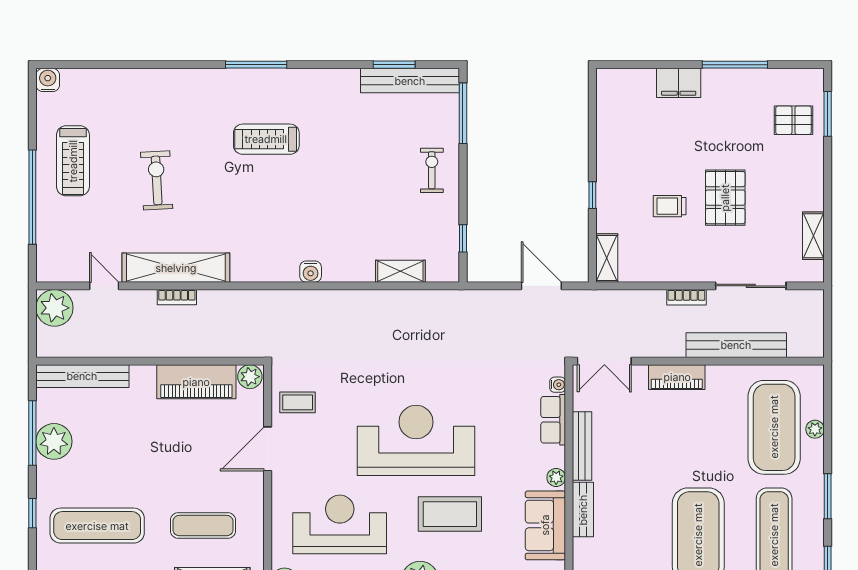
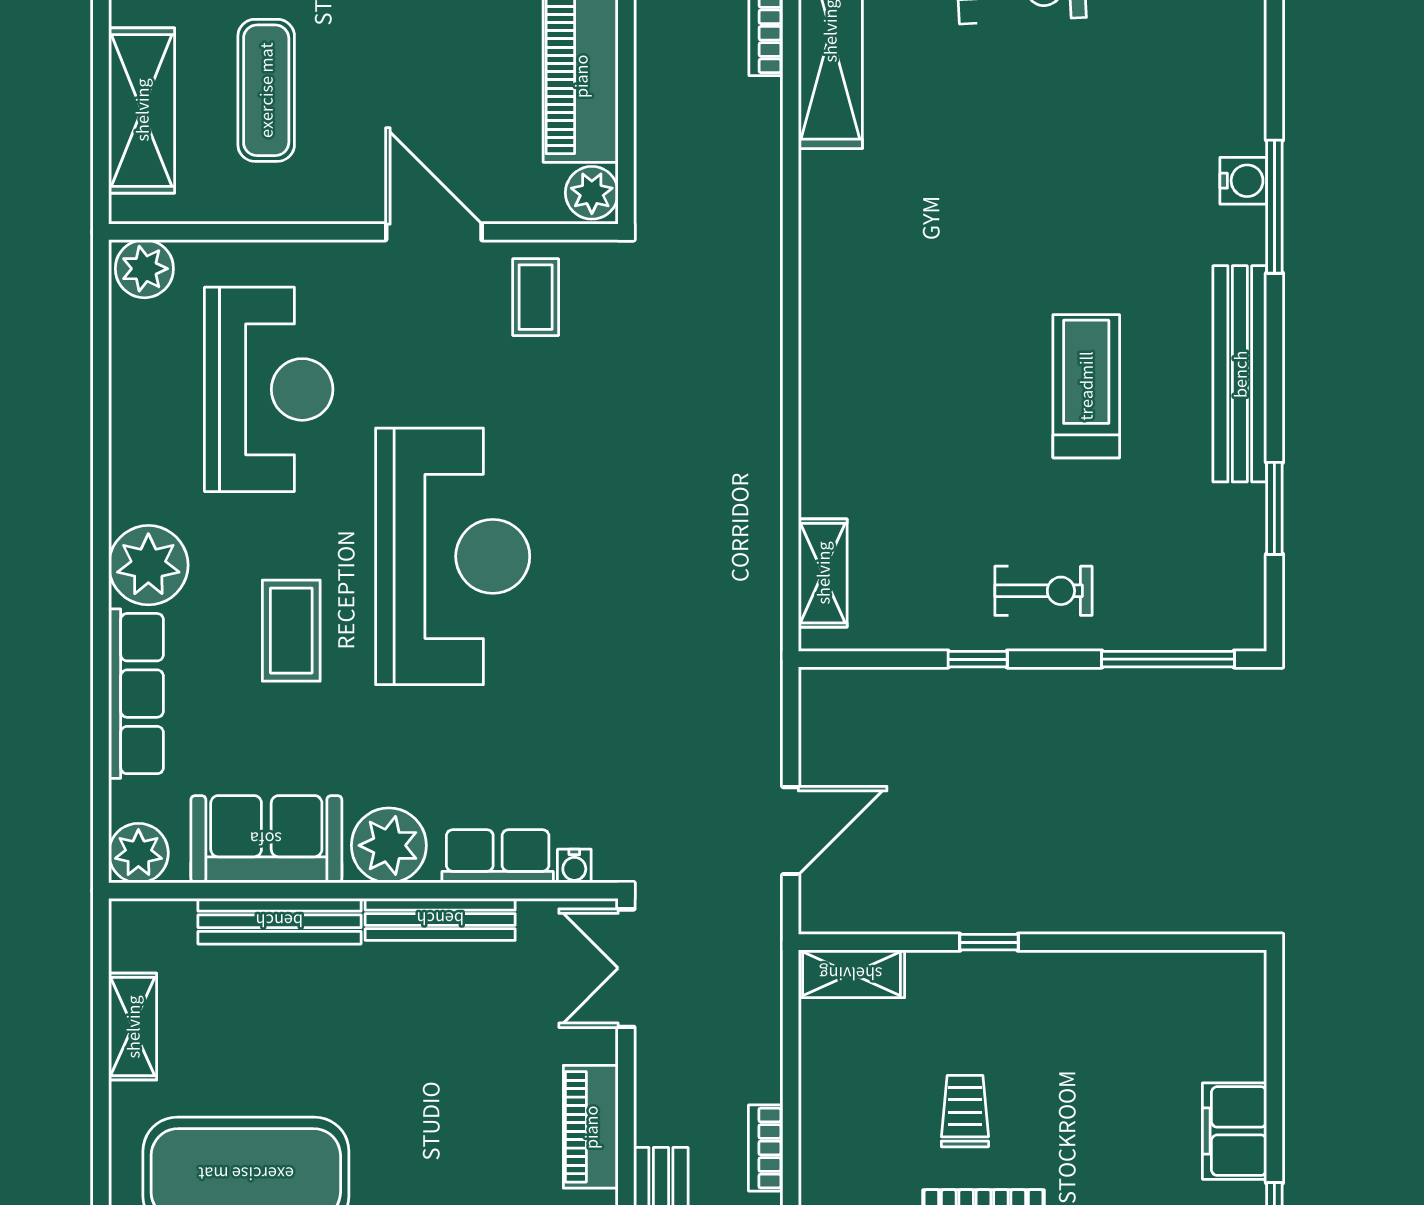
bench: (410, 81) -> (1240, 374), moved
treadmill: (266, 139) -> (1086, 386), moved
window: (463, 238) -> (978, 659), moved
shelving: (400, 271) -> (823, 573), moved
water cooler: (311, 272) -> (1243, 181), moved, turned 180
plant: (556, 477) -> (389, 845), width x1.87, depth x1.87
bench: (583, 510) -> (279, 921), width x1.36
coffee table: (450, 514) -> (291, 631), width x0.73, depth x0.76

